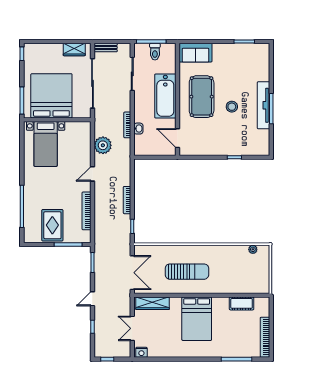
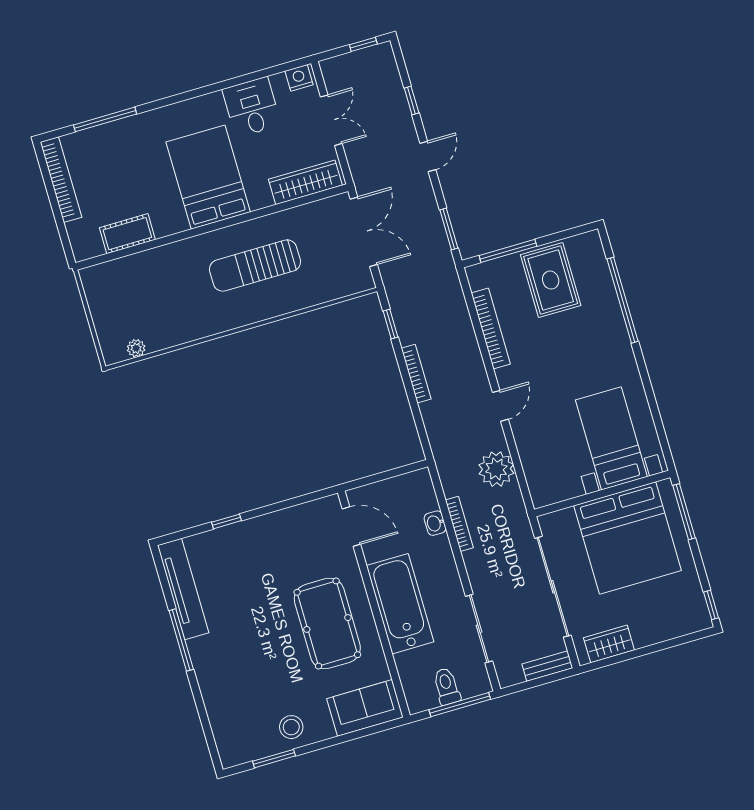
tv unit: (263, 105) -> (183, 589), moved
stool: (232, 107) -> (291, 727), moved
double door: (132, 273) -> (364, 232), swing flipped
desk: (167, 345) -> (252, 107), added

